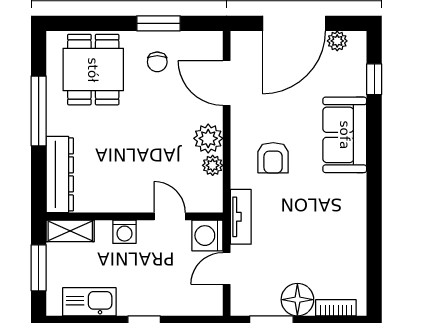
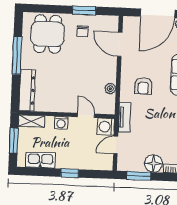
plant: (208, 138) -> (109, 74), removed

